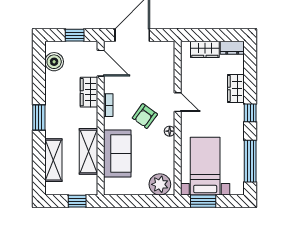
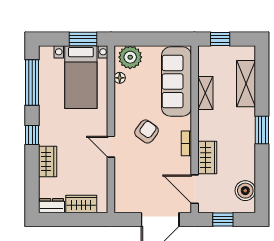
floor lamp: (170, 131) -> (120, 78), moved
shelving: (88, 151) -> (205, 93), width x0.67, depth x0.75
sofa: (117, 153) -> (176, 82), width x1.36

